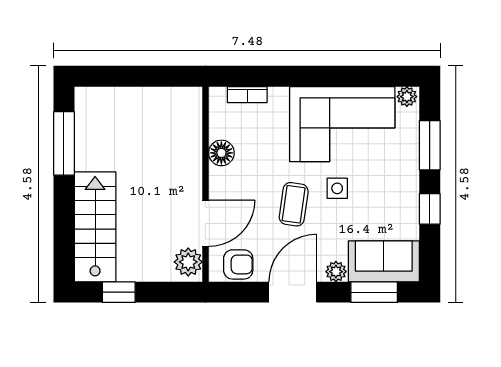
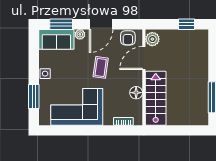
plant: (407, 97) -> (45, 120), removed
side table: (337, 188) -> (45, 74), moved
window: (430, 209) -> (34, 65), removed
stairs: (95, 227) -> (156, 98), moved, turned 180
armchair: (238, 264) -> (128, 38), turned -90

